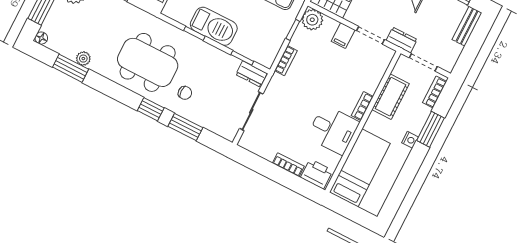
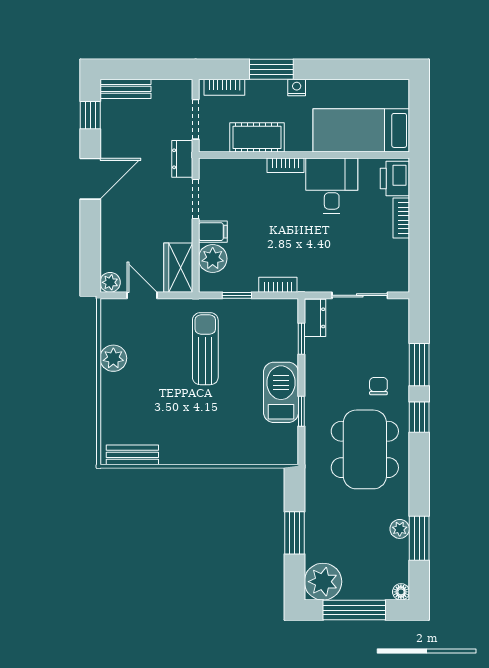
plant: (312, 20) -> (213, 259), moved

